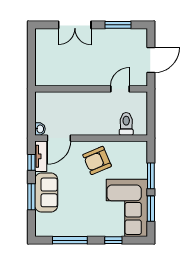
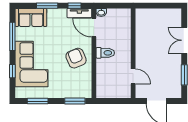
toilet: (126, 124) -> (105, 53), moved
window: (151, 176) -> (75, 101), moved
sofa: (46, 192) -> (31, 17), moved
corner sofa: (127, 208) -> (32, 64), moved, turned 90

